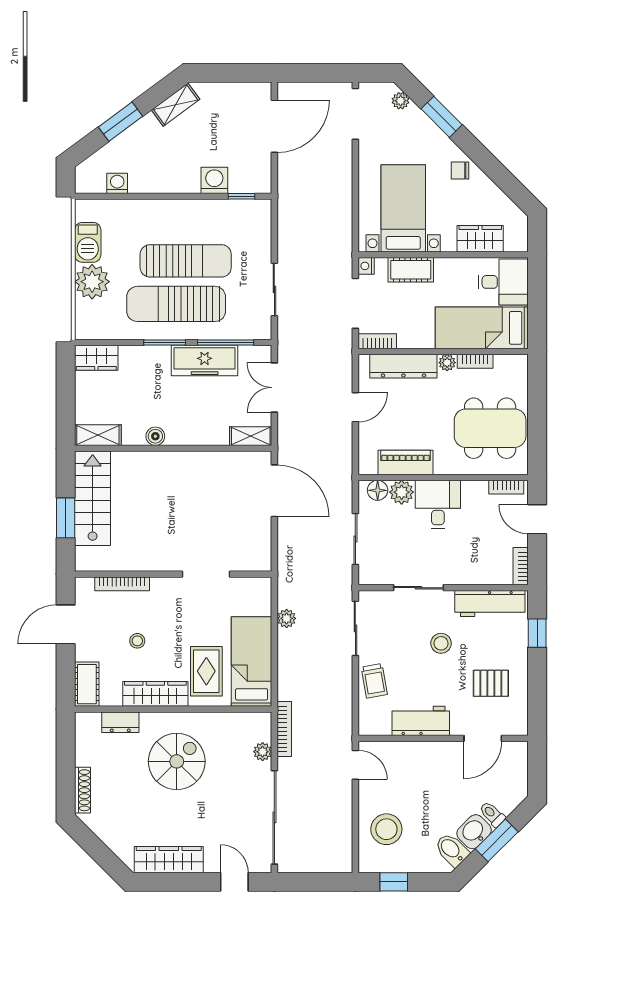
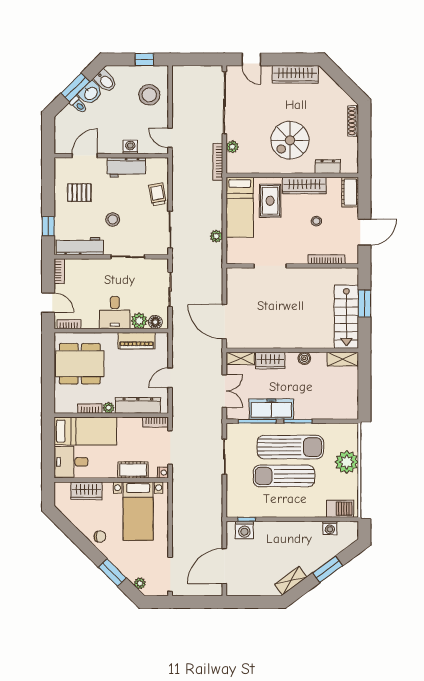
washing machine: (214, 180) -> (244, 530), moved
barbecue: (88, 242) -> (340, 509), moved, turned 90
wardrobe: (96, 358) -> (270, 361), moved, turned 180
washing machine: (415, 751) -> (130, 147), added

